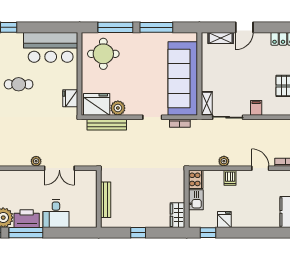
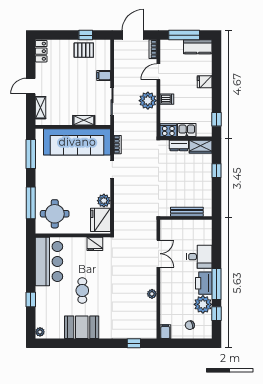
window: (156, 27) -> (31, 154), moved
door: (244, 27) -> (31, 86), swing flipped
shelving: (207, 103) -> (84, 120), moved
bench: (107, 125) -> (119, 211), removed
plant: (36, 161) -> (152, 294), moved
plant: (224, 161) -> (148, 101), width x1.87, depth x1.87
dresser: (179, 191) -> (179, 145), added
fridge: (224, 219) -> (205, 82), moved
window: (138, 233) -> (217, 171), moved

